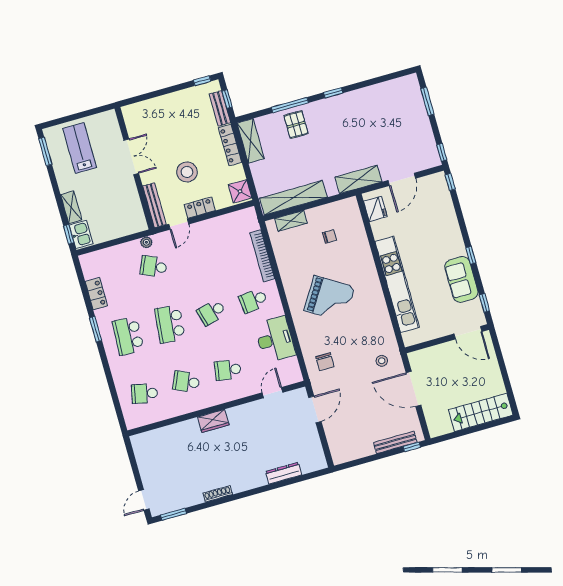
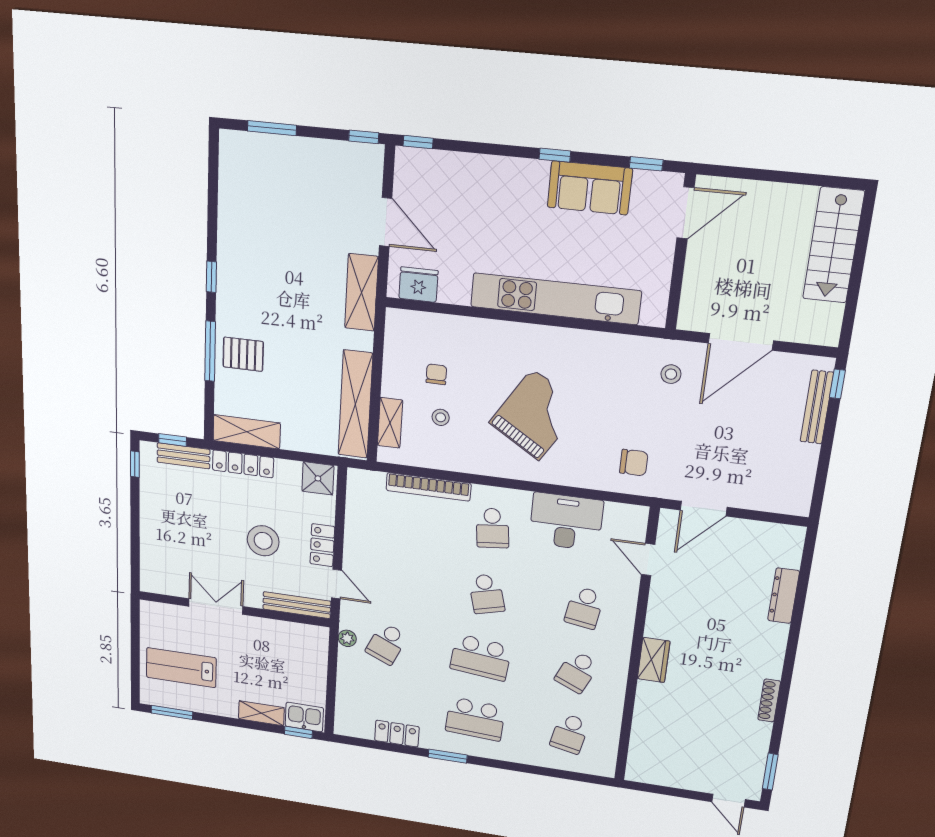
stool: (306, 248) -> (441, 417), added
door: (315, 409) -> (704, 509), swing flipped

